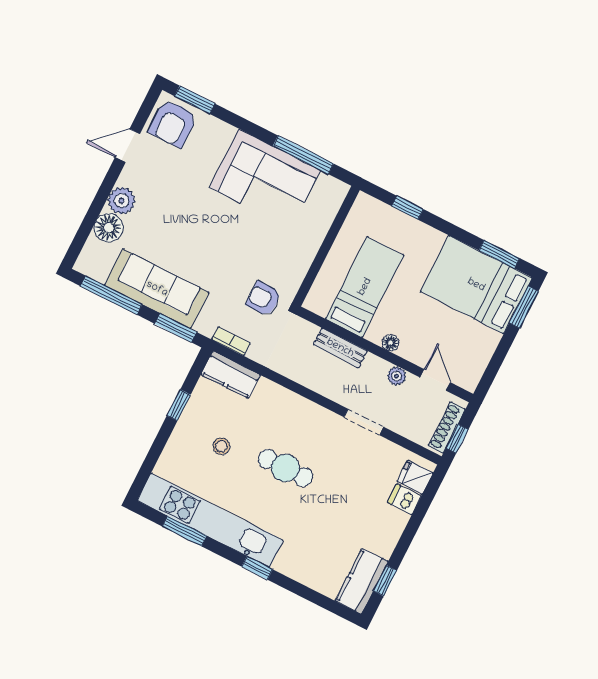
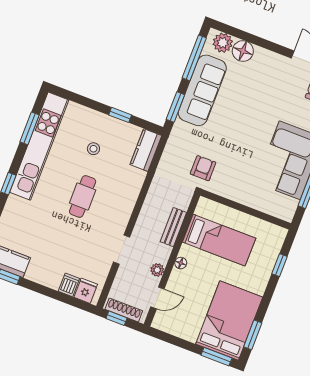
plant: (121, 201) -> (223, 43), moved
bookcase: (231, 341) -> (170, 148), removed

